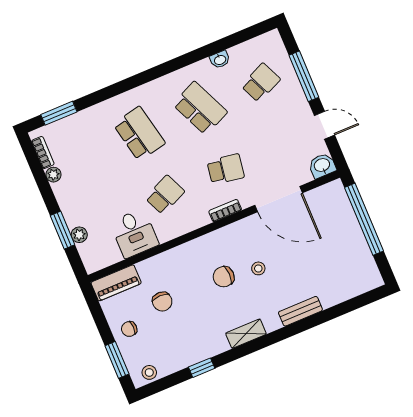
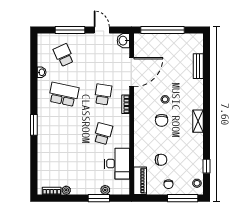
school desk: (200, 108) -> (64, 94), turned 36
window: (59, 113) -> (34, 125), moved
door: (324, 125) -> (102, 30), hinge flipped
school desk: (139, 134) -> (64, 134), removed
school desk: (165, 195) -> (103, 134), turned 39
desk: (134, 233) -> (117, 164), width x1.37
bench: (300, 311) -> (198, 66), moved
window: (117, 360) -> (183, 198), width x1.44
window: (202, 368) -> (206, 166), moved

